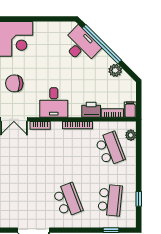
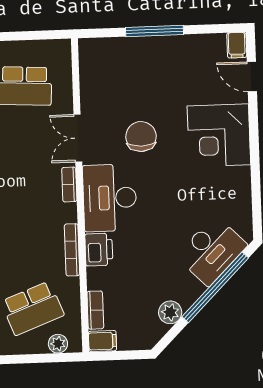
desk: (54, 103) -> (110, 198), width x1.37
printer: (91, 110) -> (99, 250), moved

